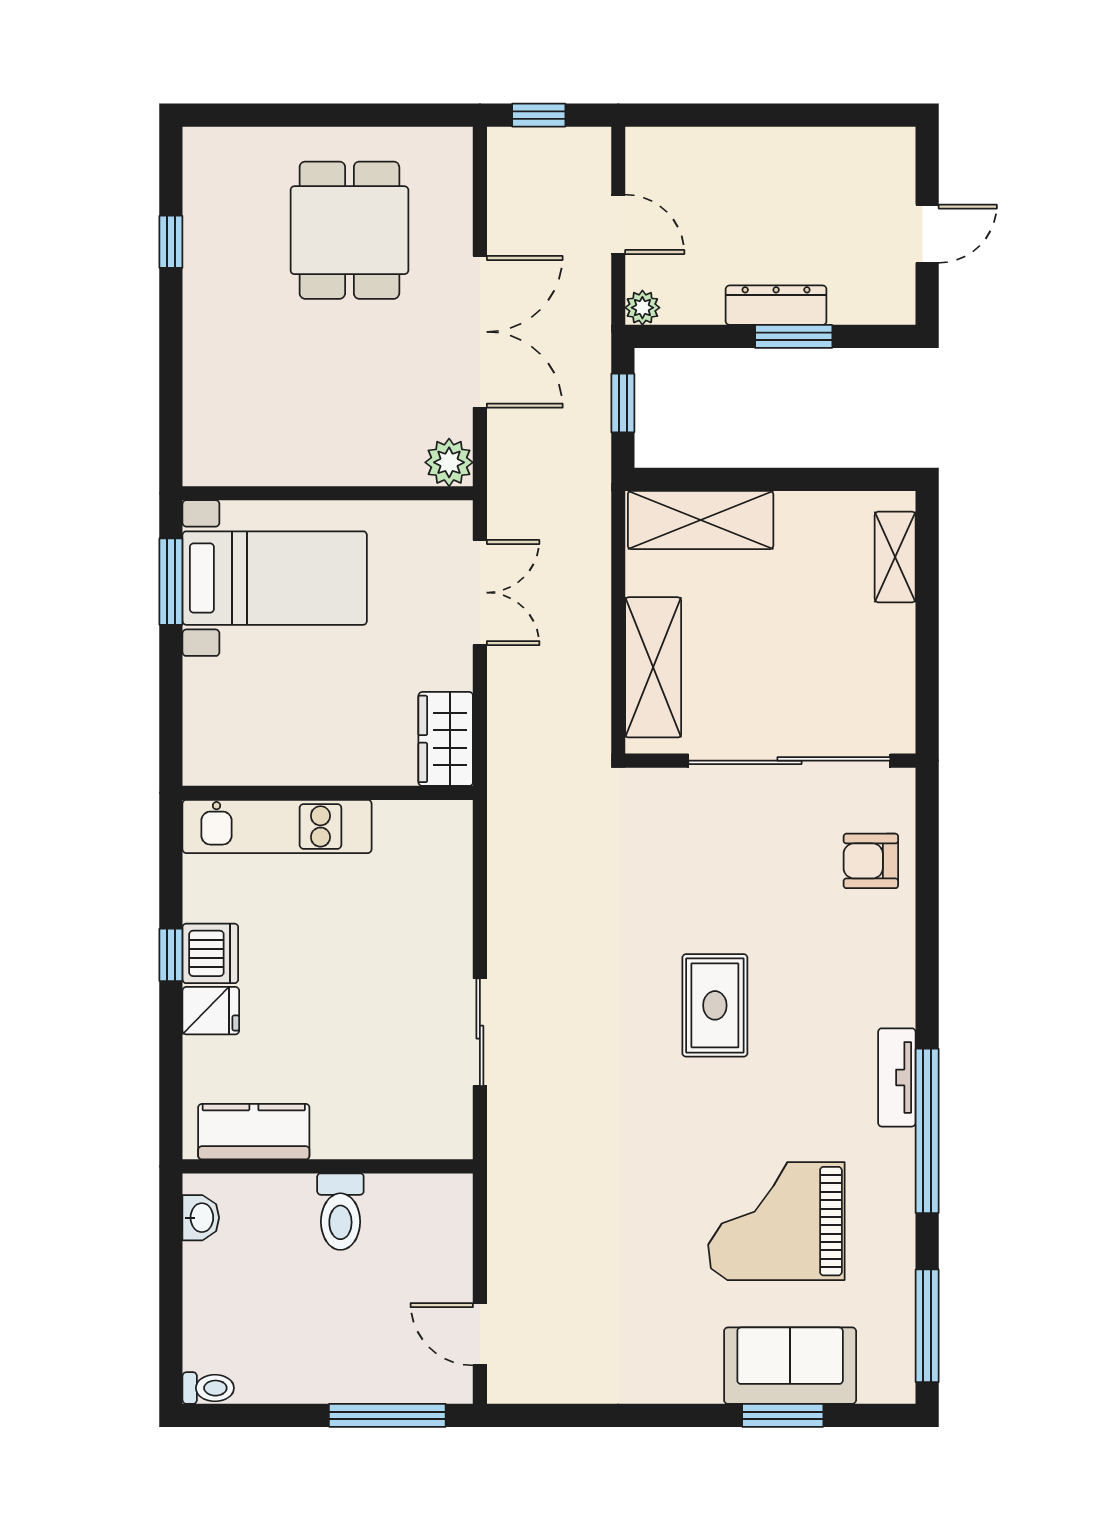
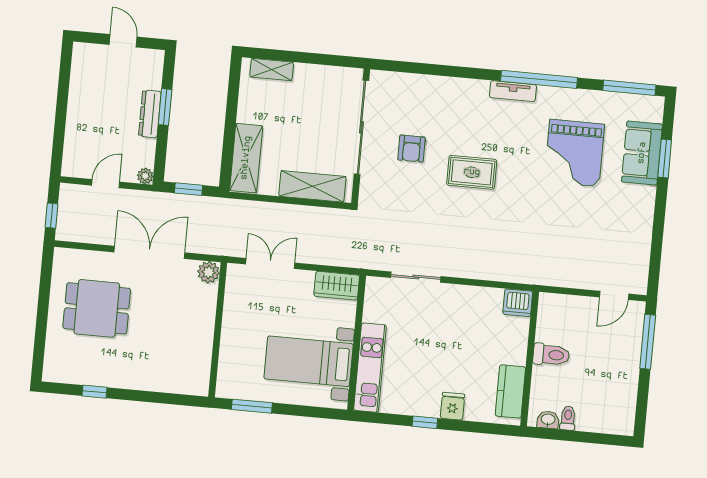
bed with nightstands: (275, 578) -> (309, 361), moved, turned -90
armchair: (871, 861) -> (412, 149), moved
dishwasher: (210, 953) -> (518, 303), moved, turned 180
sliding door: (480, 1032) -> (416, 277), moved
toilet: (208, 1388) -> (568, 418), moved

